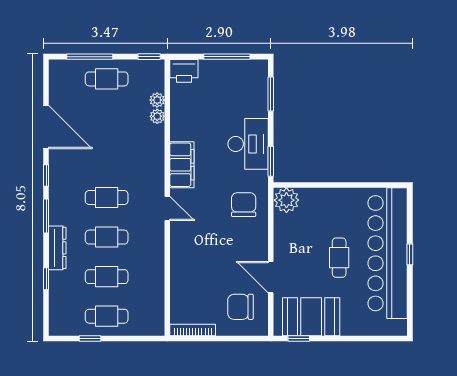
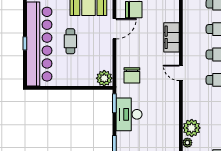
plant: (157, 116) -> (192, 128), width x1.87, depth x1.87
filing cabinet: (182, 165) -> (171, 37), moved
door: (271, 277) -> (114, 29), hinge flipped

